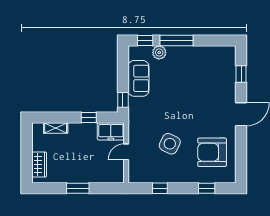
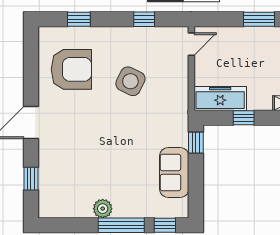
plant: (159, 53) -> (103, 209), moved
freezer: (111, 131) -> (220, 99), width x1.40
door: (126, 152) -> (191, 44), moved

